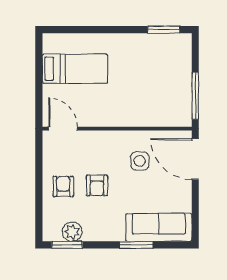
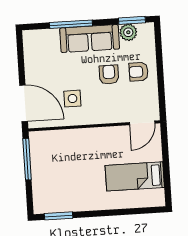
door: (63, 129) -> (142, 123), hinge flipped
armchair: (63, 187) -> (139, 72), turned 90
sofa: (159, 227) -> (90, 39), moved
window: (136, 245) -> (71, 24), width x1.44

